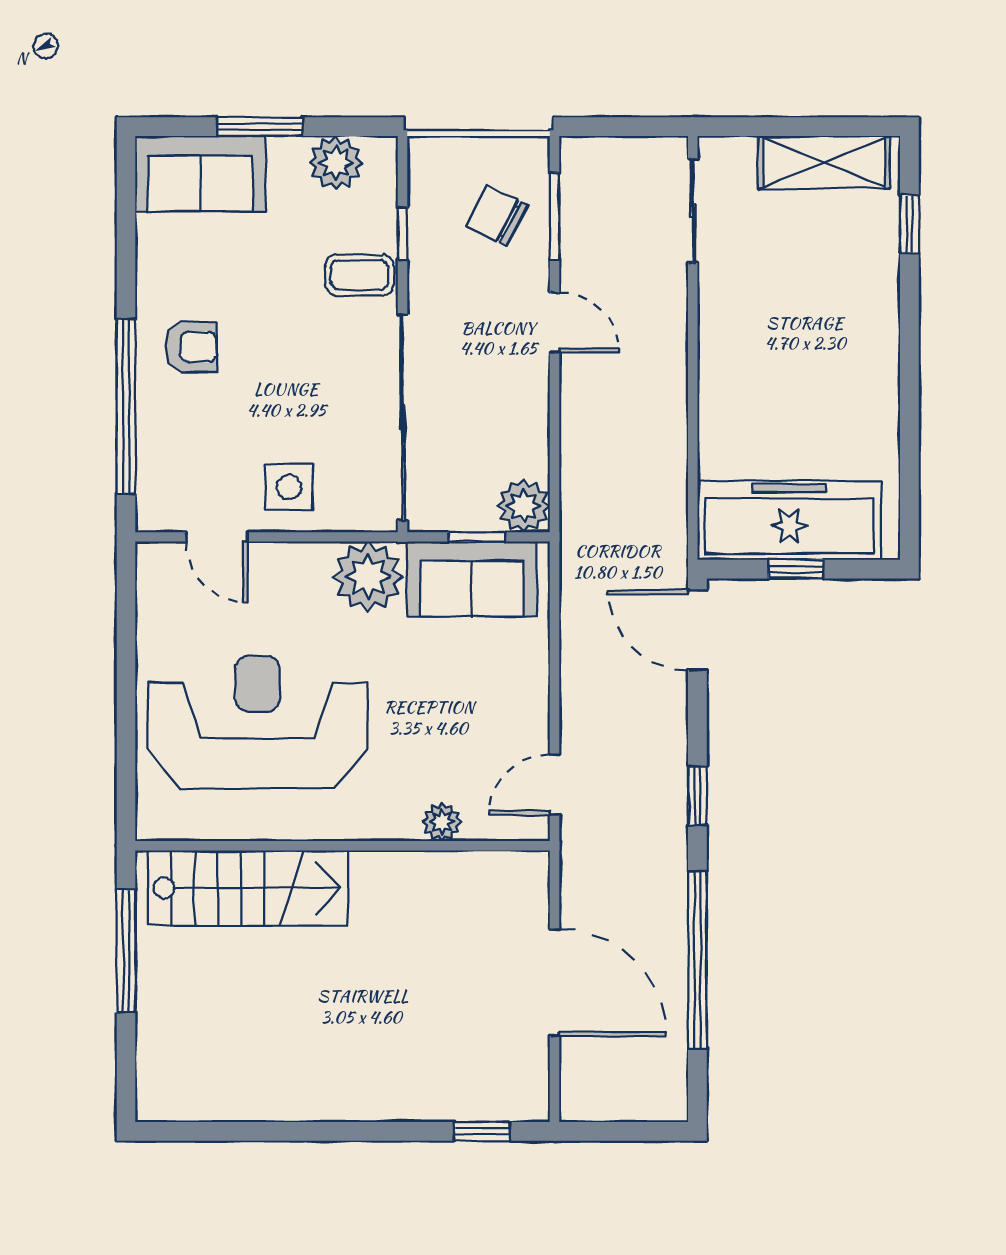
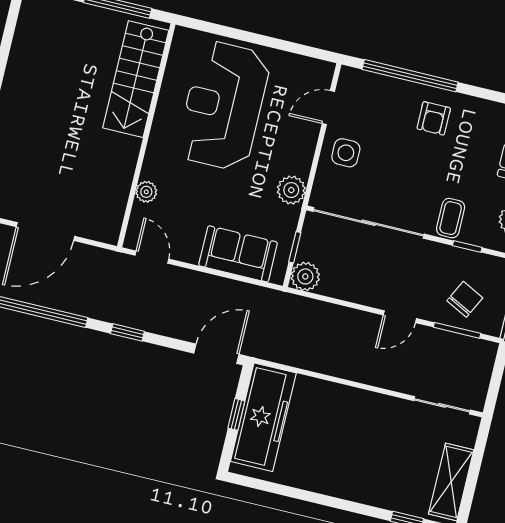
plant: (368, 577) -> (291, 190), width x0.73, depth x0.73
sofa: (472, 579) -> (238, 254), moved, turned 90
reception desk: (258, 722) -> (223, 106), turned 180

